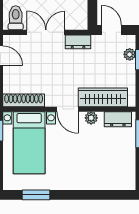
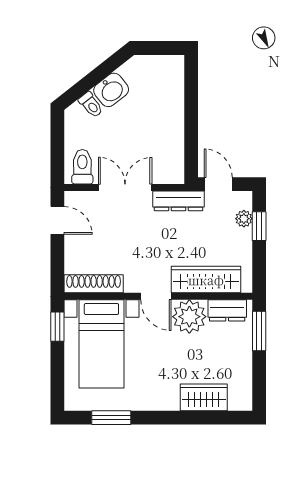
dresser: (78, 42) -> (179, 201), width x1.44
plant: (91, 118) -> (189, 317), width x1.87, depth x1.87
wardrobe: (101, 180) -> (204, 397), added

